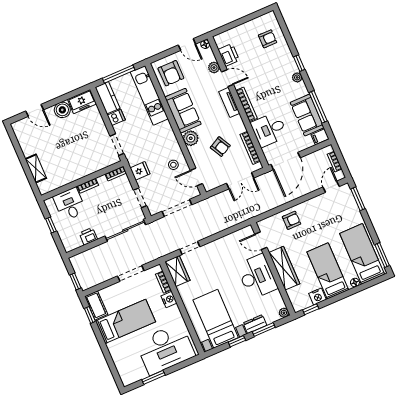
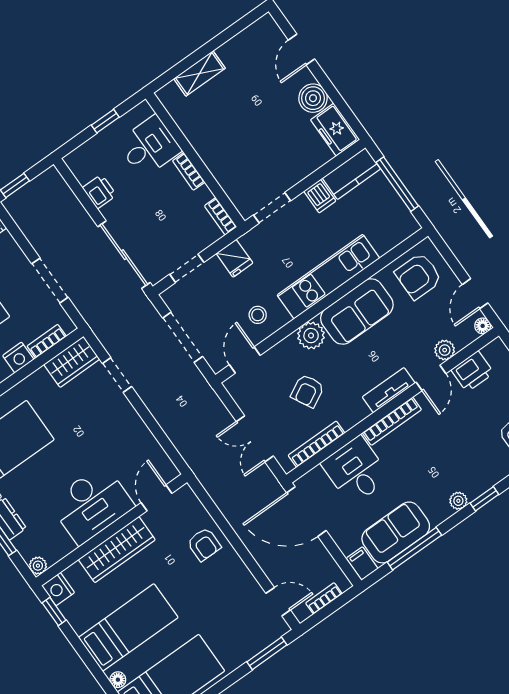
kitchen unit: (149, 95) -> (328, 277), moved
nightstand: (318, 296) -> (58, 589), moved

